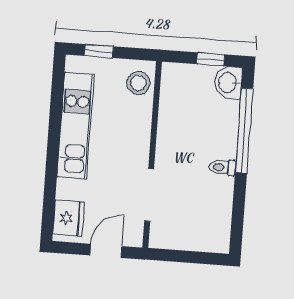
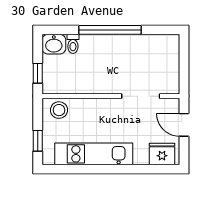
window: (210, 59) -> (38, 73), moved
window: (244, 131) -> (110, 30), moved
toilet: (222, 167) -> (73, 44), moved

